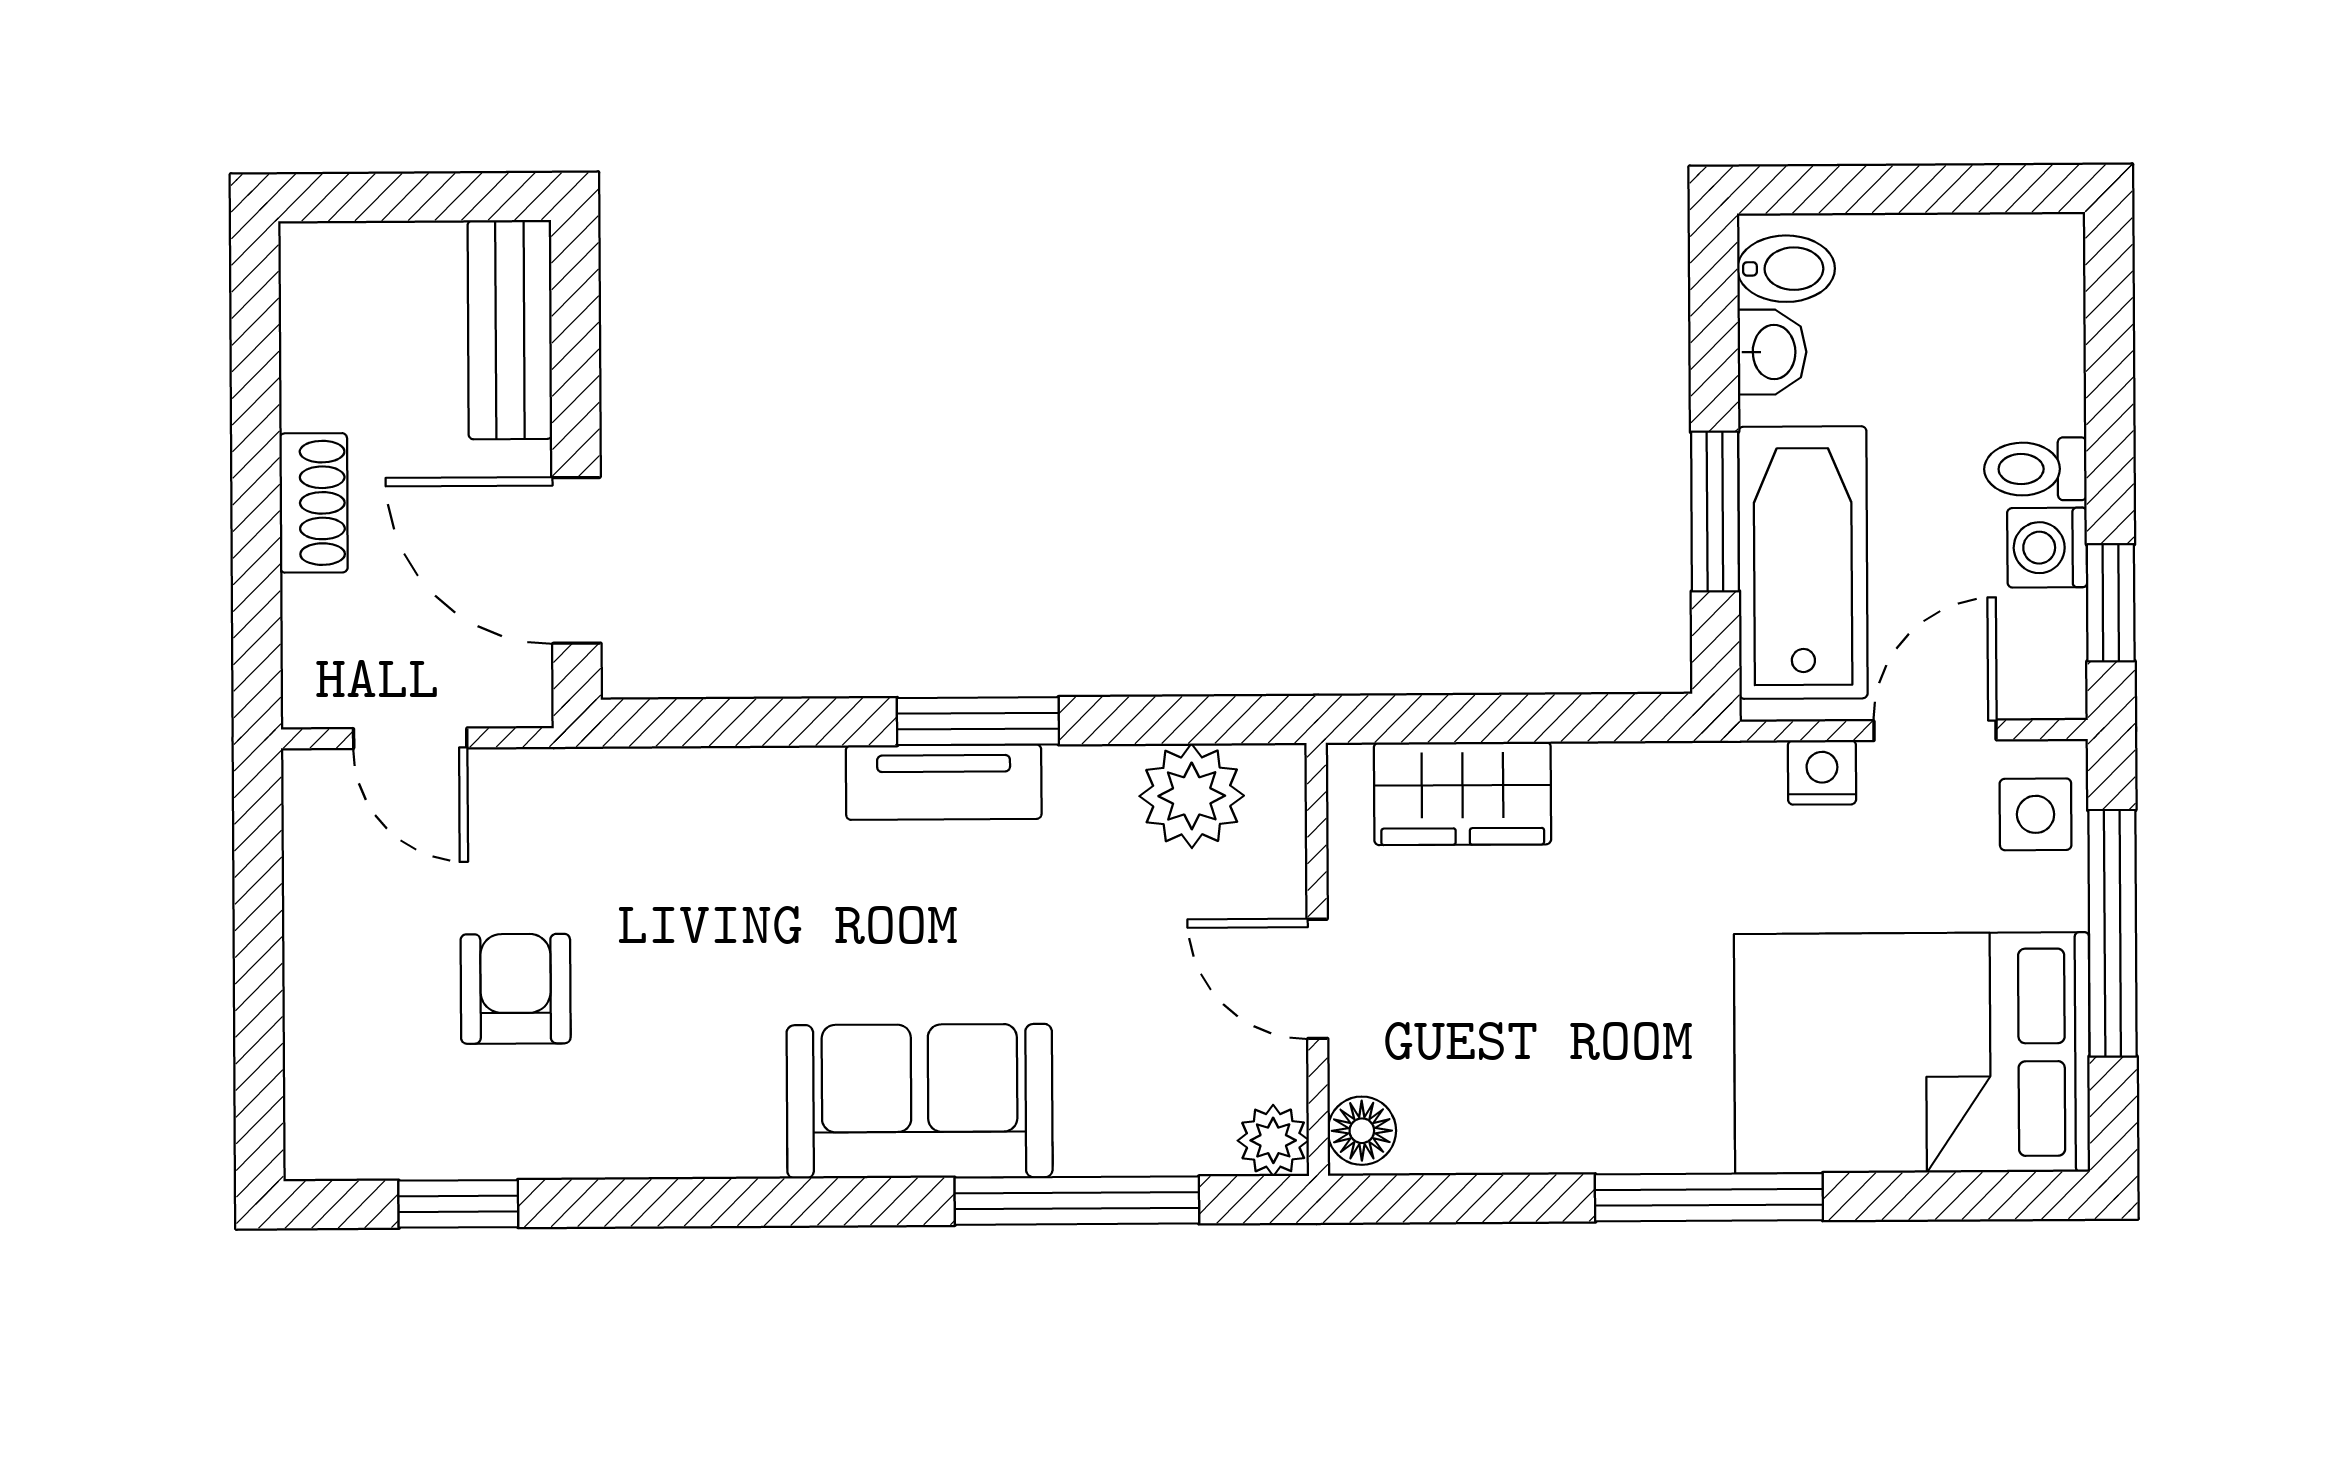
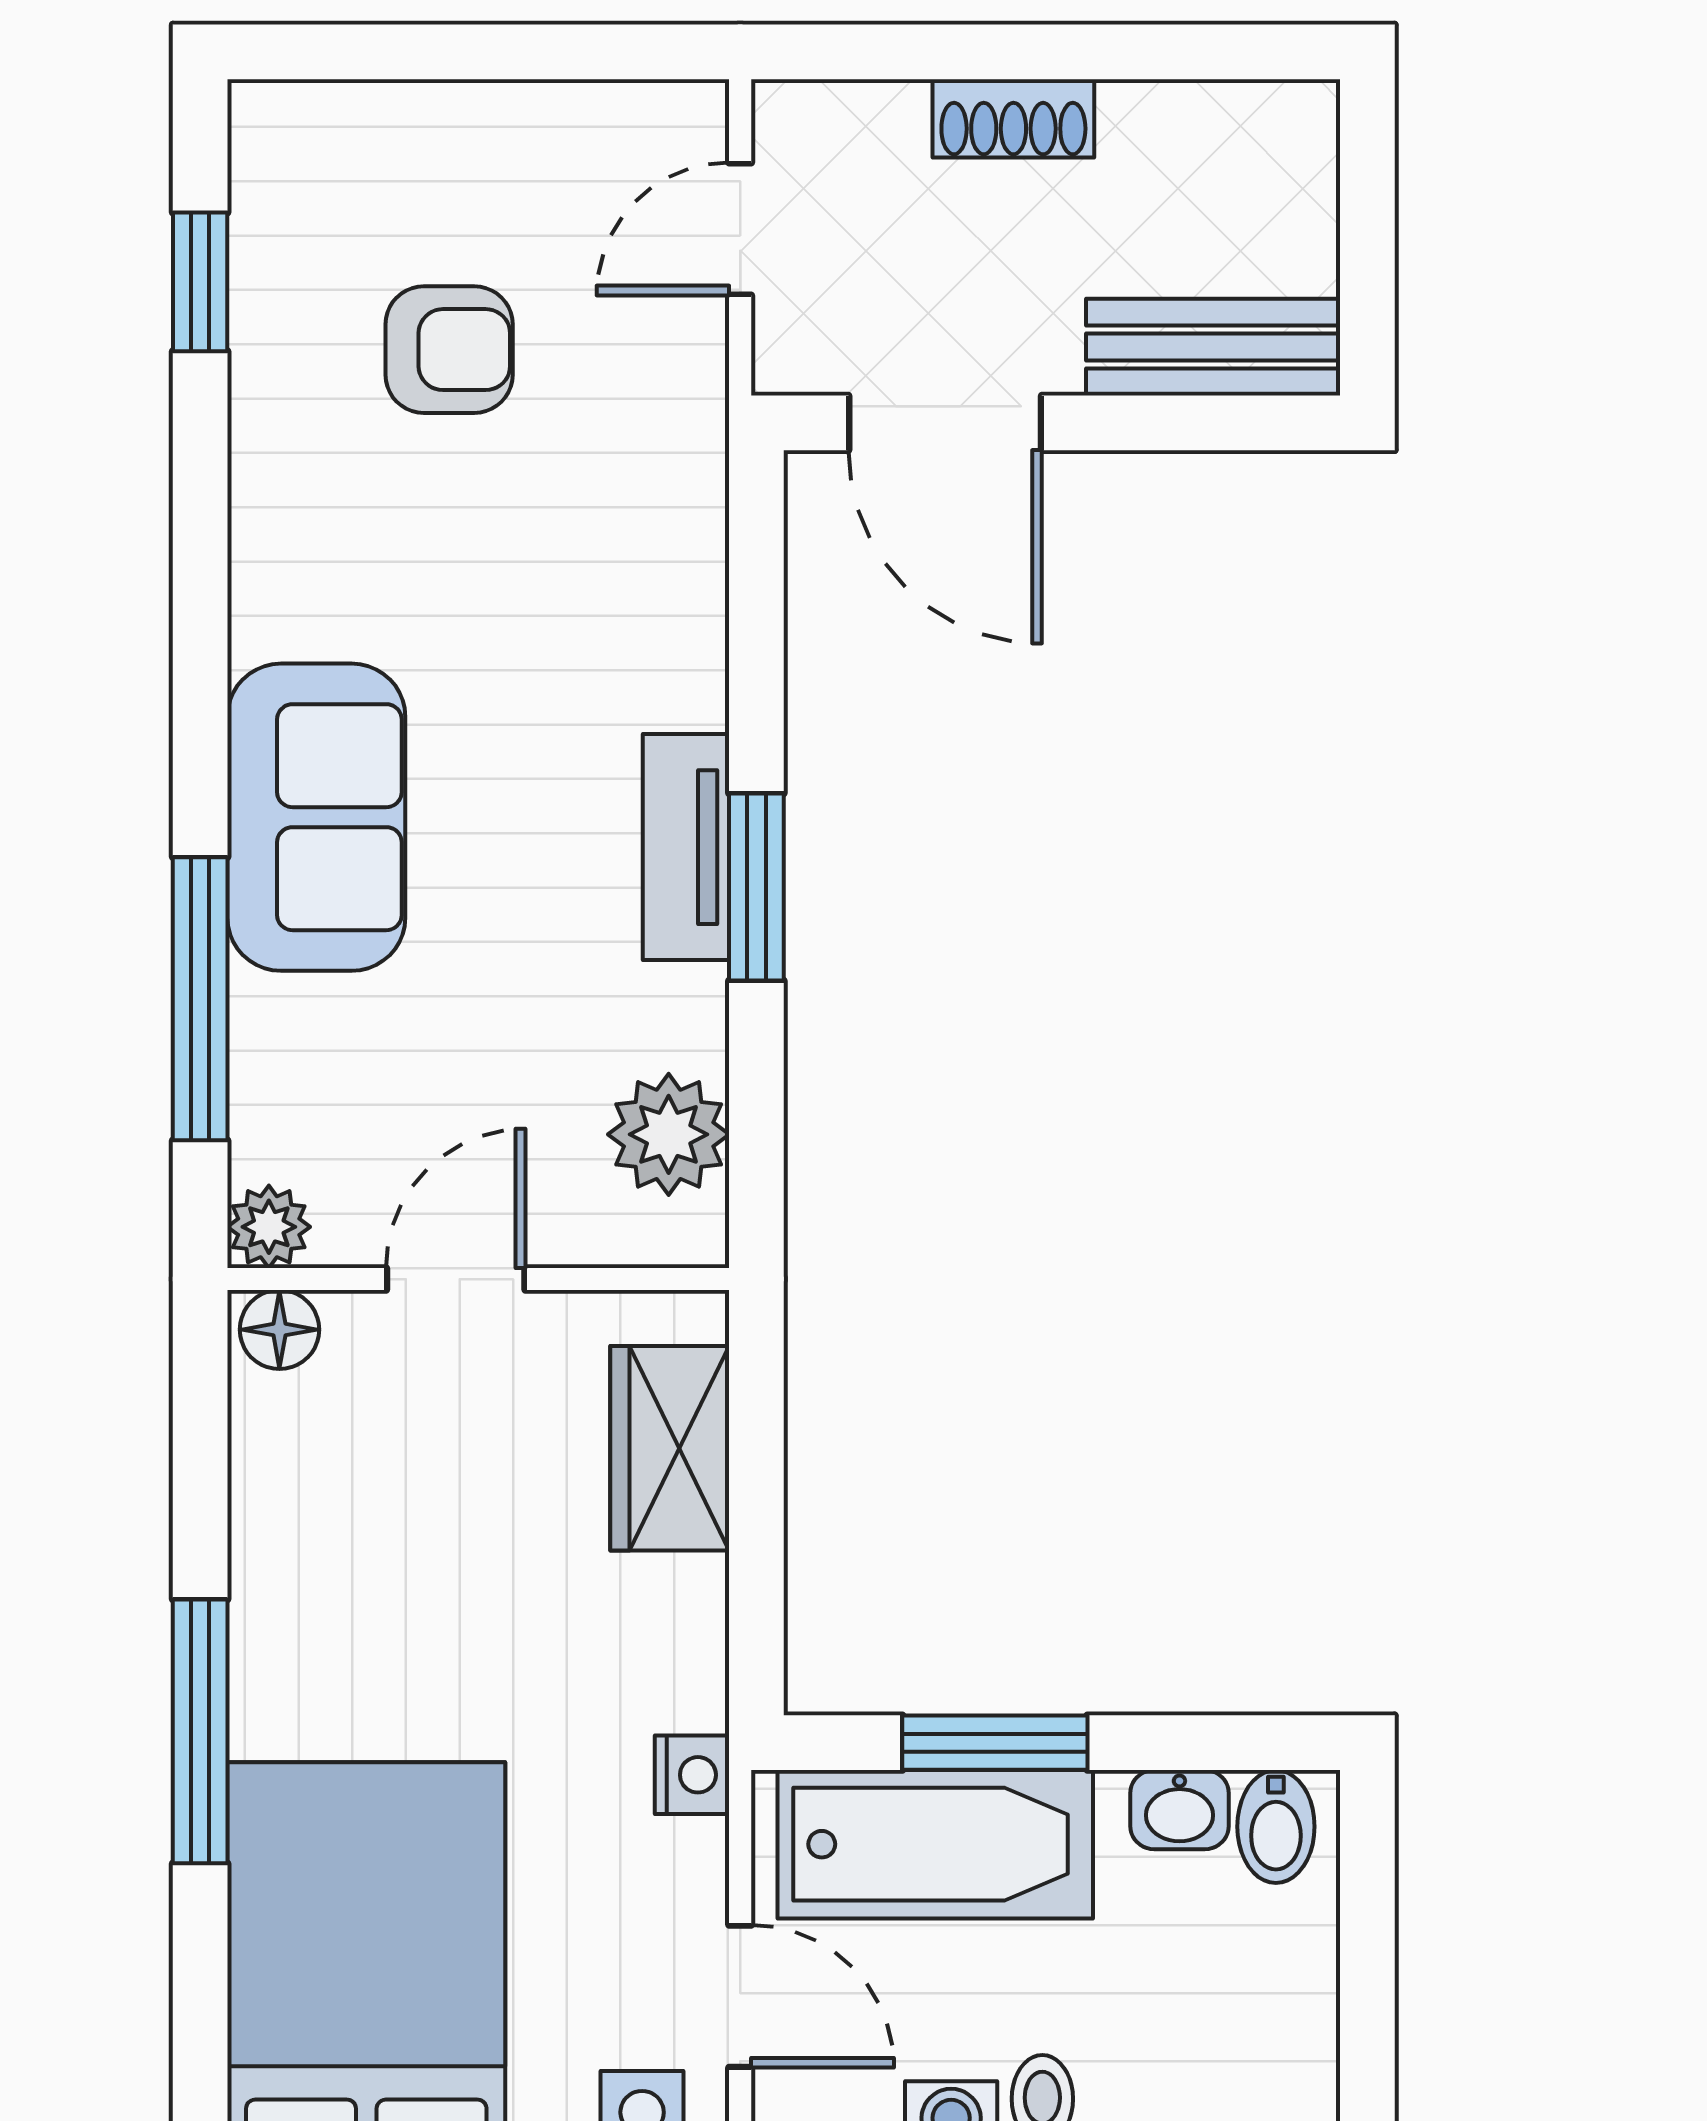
door: (576, 560) -> (945, 423), swing flipped
nightstand: (1822, 772) -> (692, 1775), moved

